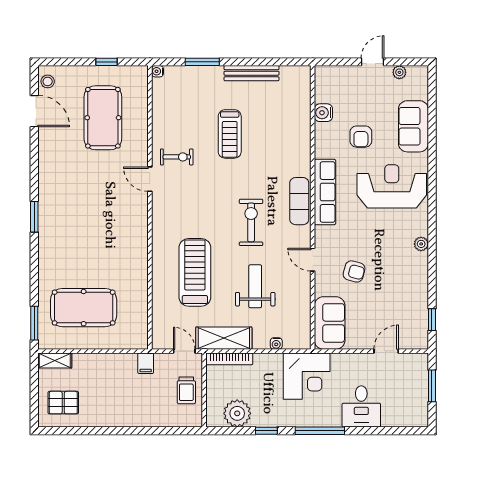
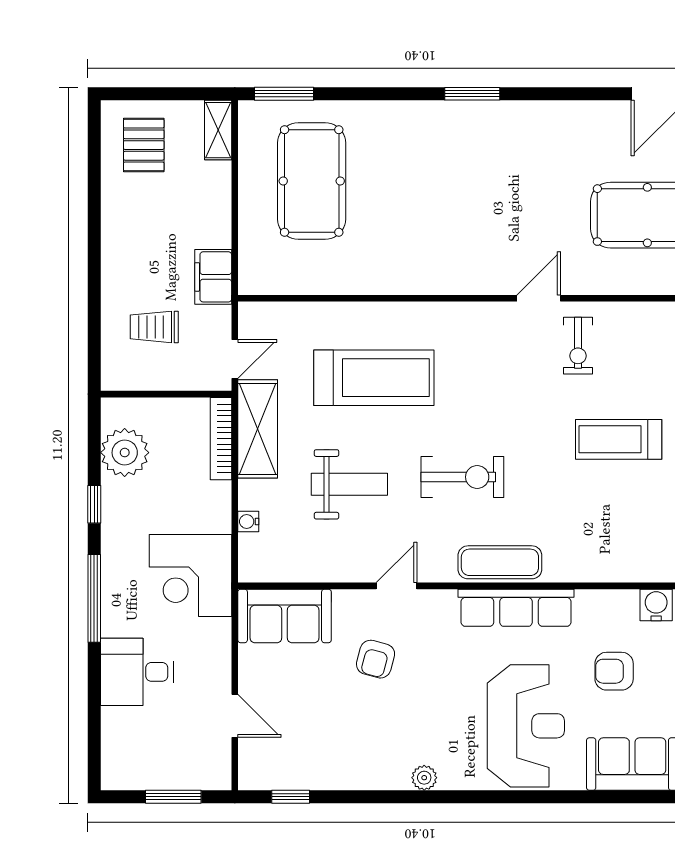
filing cabinet: (146, 363) -> (213, 277), width x2.00
trolley: (186, 390) -> (154, 327), moved

